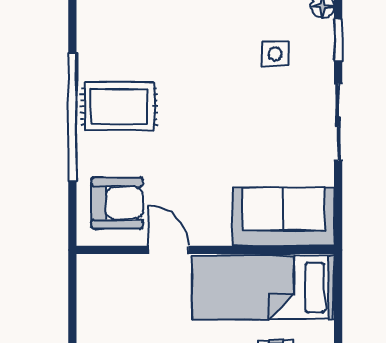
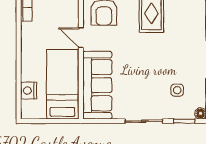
sofa: (283, 217) -> (97, 85), width x1.36
door: (168, 250) -> (81, 38), swing flipped

